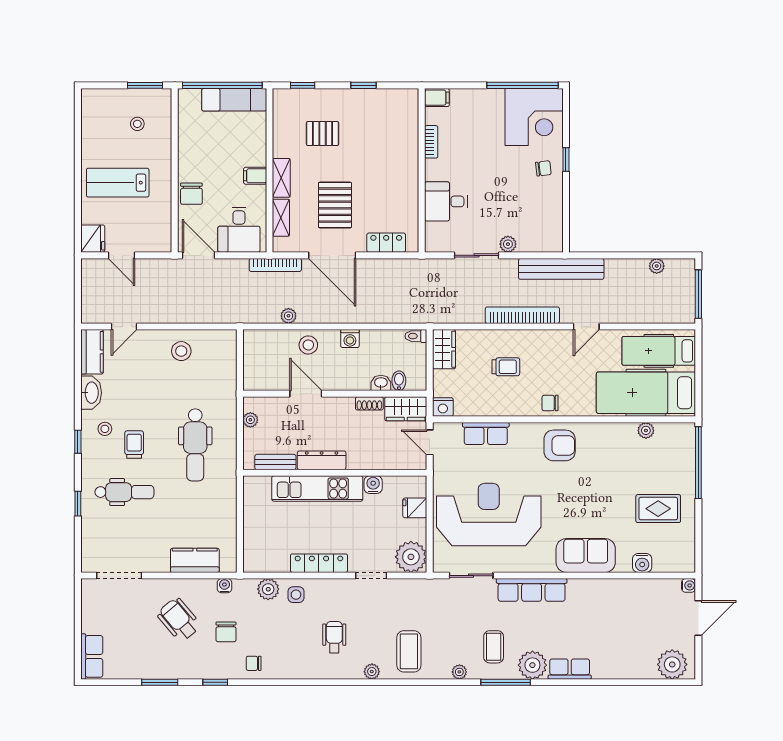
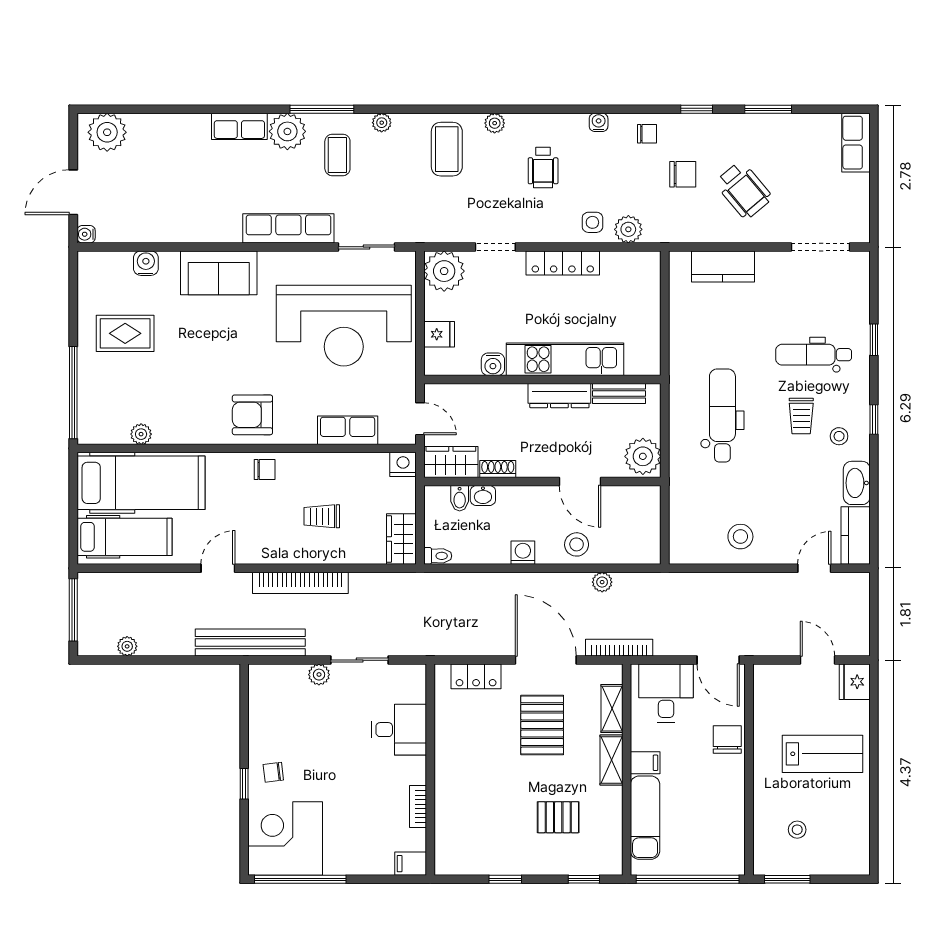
exam couch: (234, 100) -> (645, 818), moved, turned 90
plant: (250, 420) -> (643, 456), width x1.87, depth x1.87
water cooler: (224, 586) -> (599, 122), moved, turned 180
chair: (226, 632) -> (683, 174), turned 90

